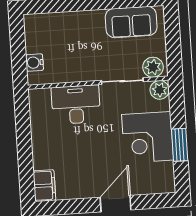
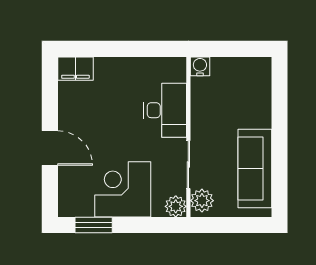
sofa: (131, 22) -> (255, 169), width x1.36
water cooler: (35, 63) -> (200, 66), moved
window: (180, 145) -> (94, 225), moved

